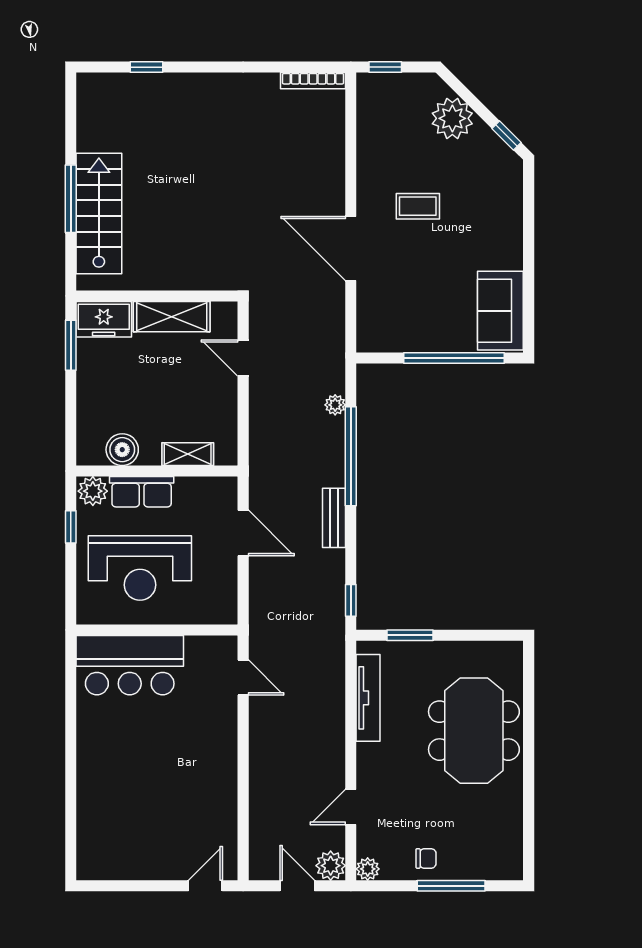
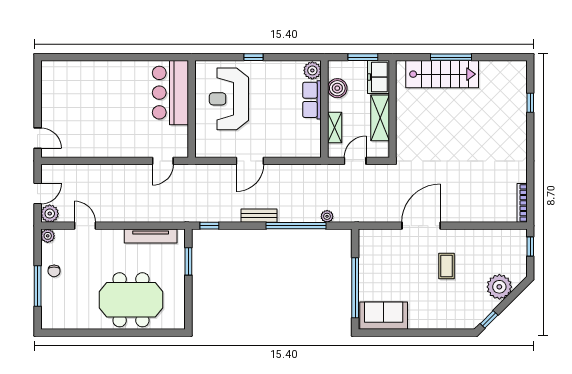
boiler: (122, 450) -> (337, 88), moved
shelving: (188, 454) -> (335, 128), moved
wall: (157, 471) -> (324, 109), moved
plant: (93, 491) -> (312, 70), moved
row of seats: (142, 492) -> (312, 100), moved

